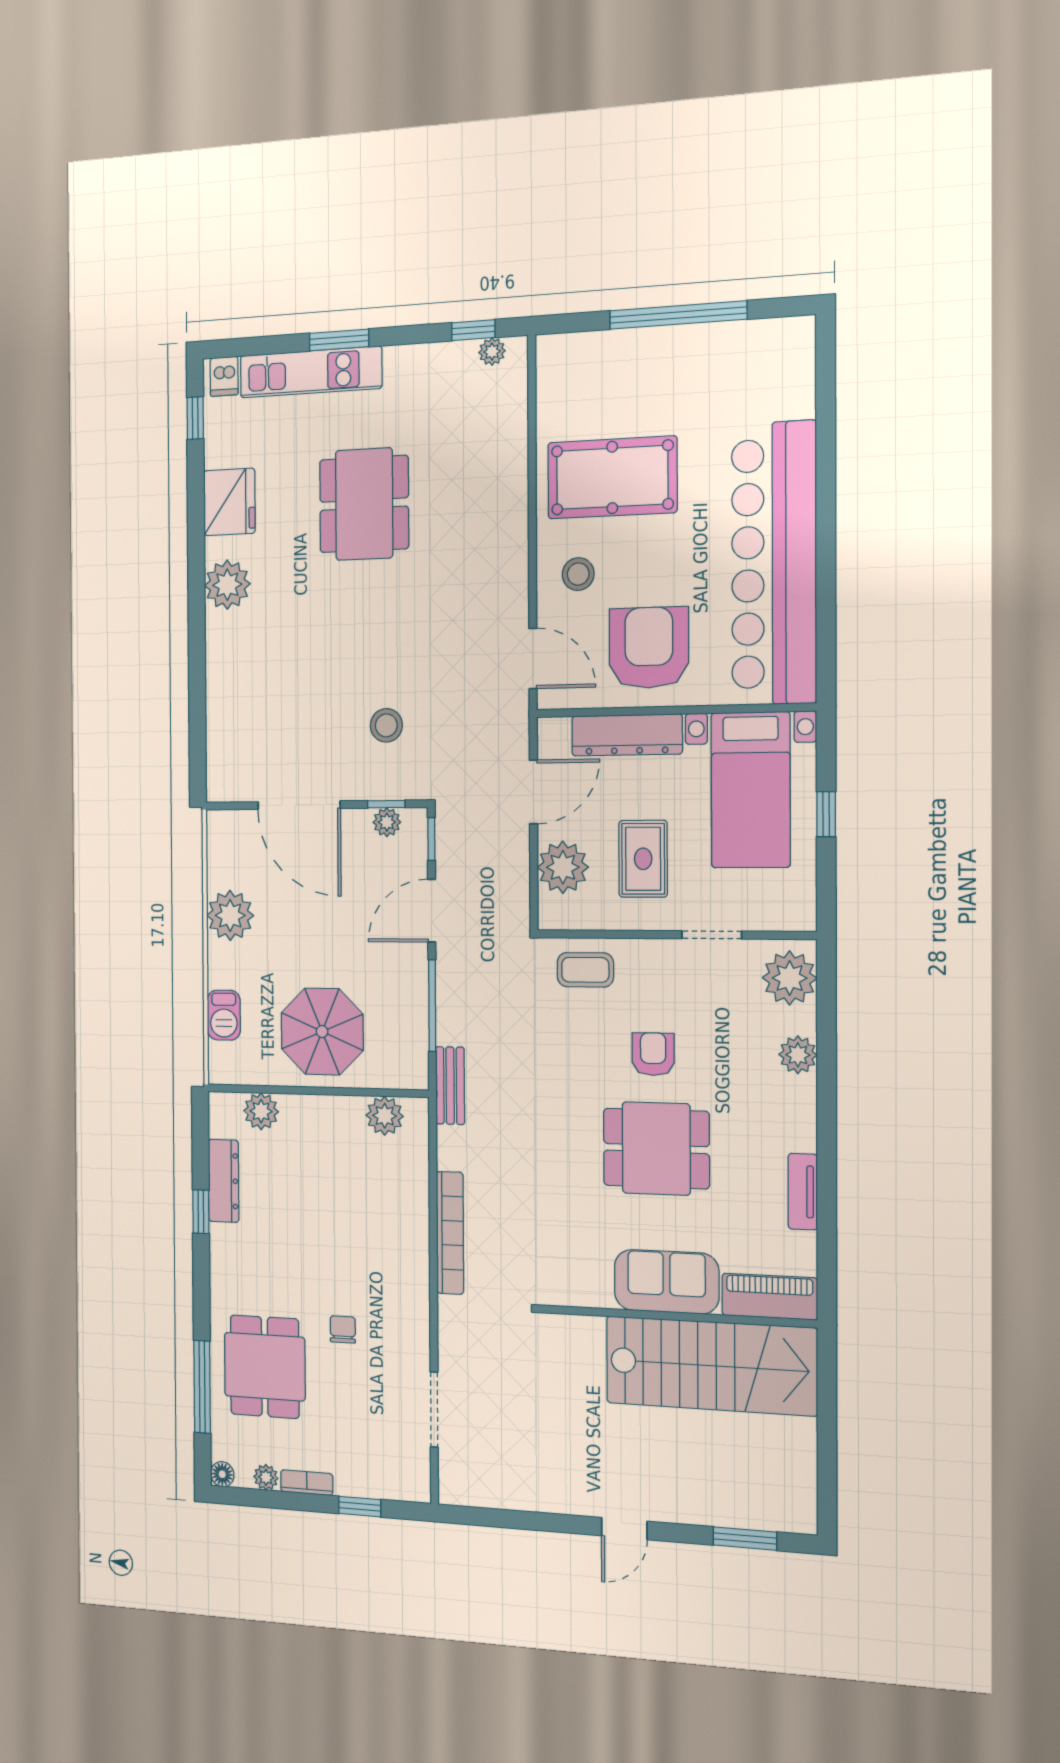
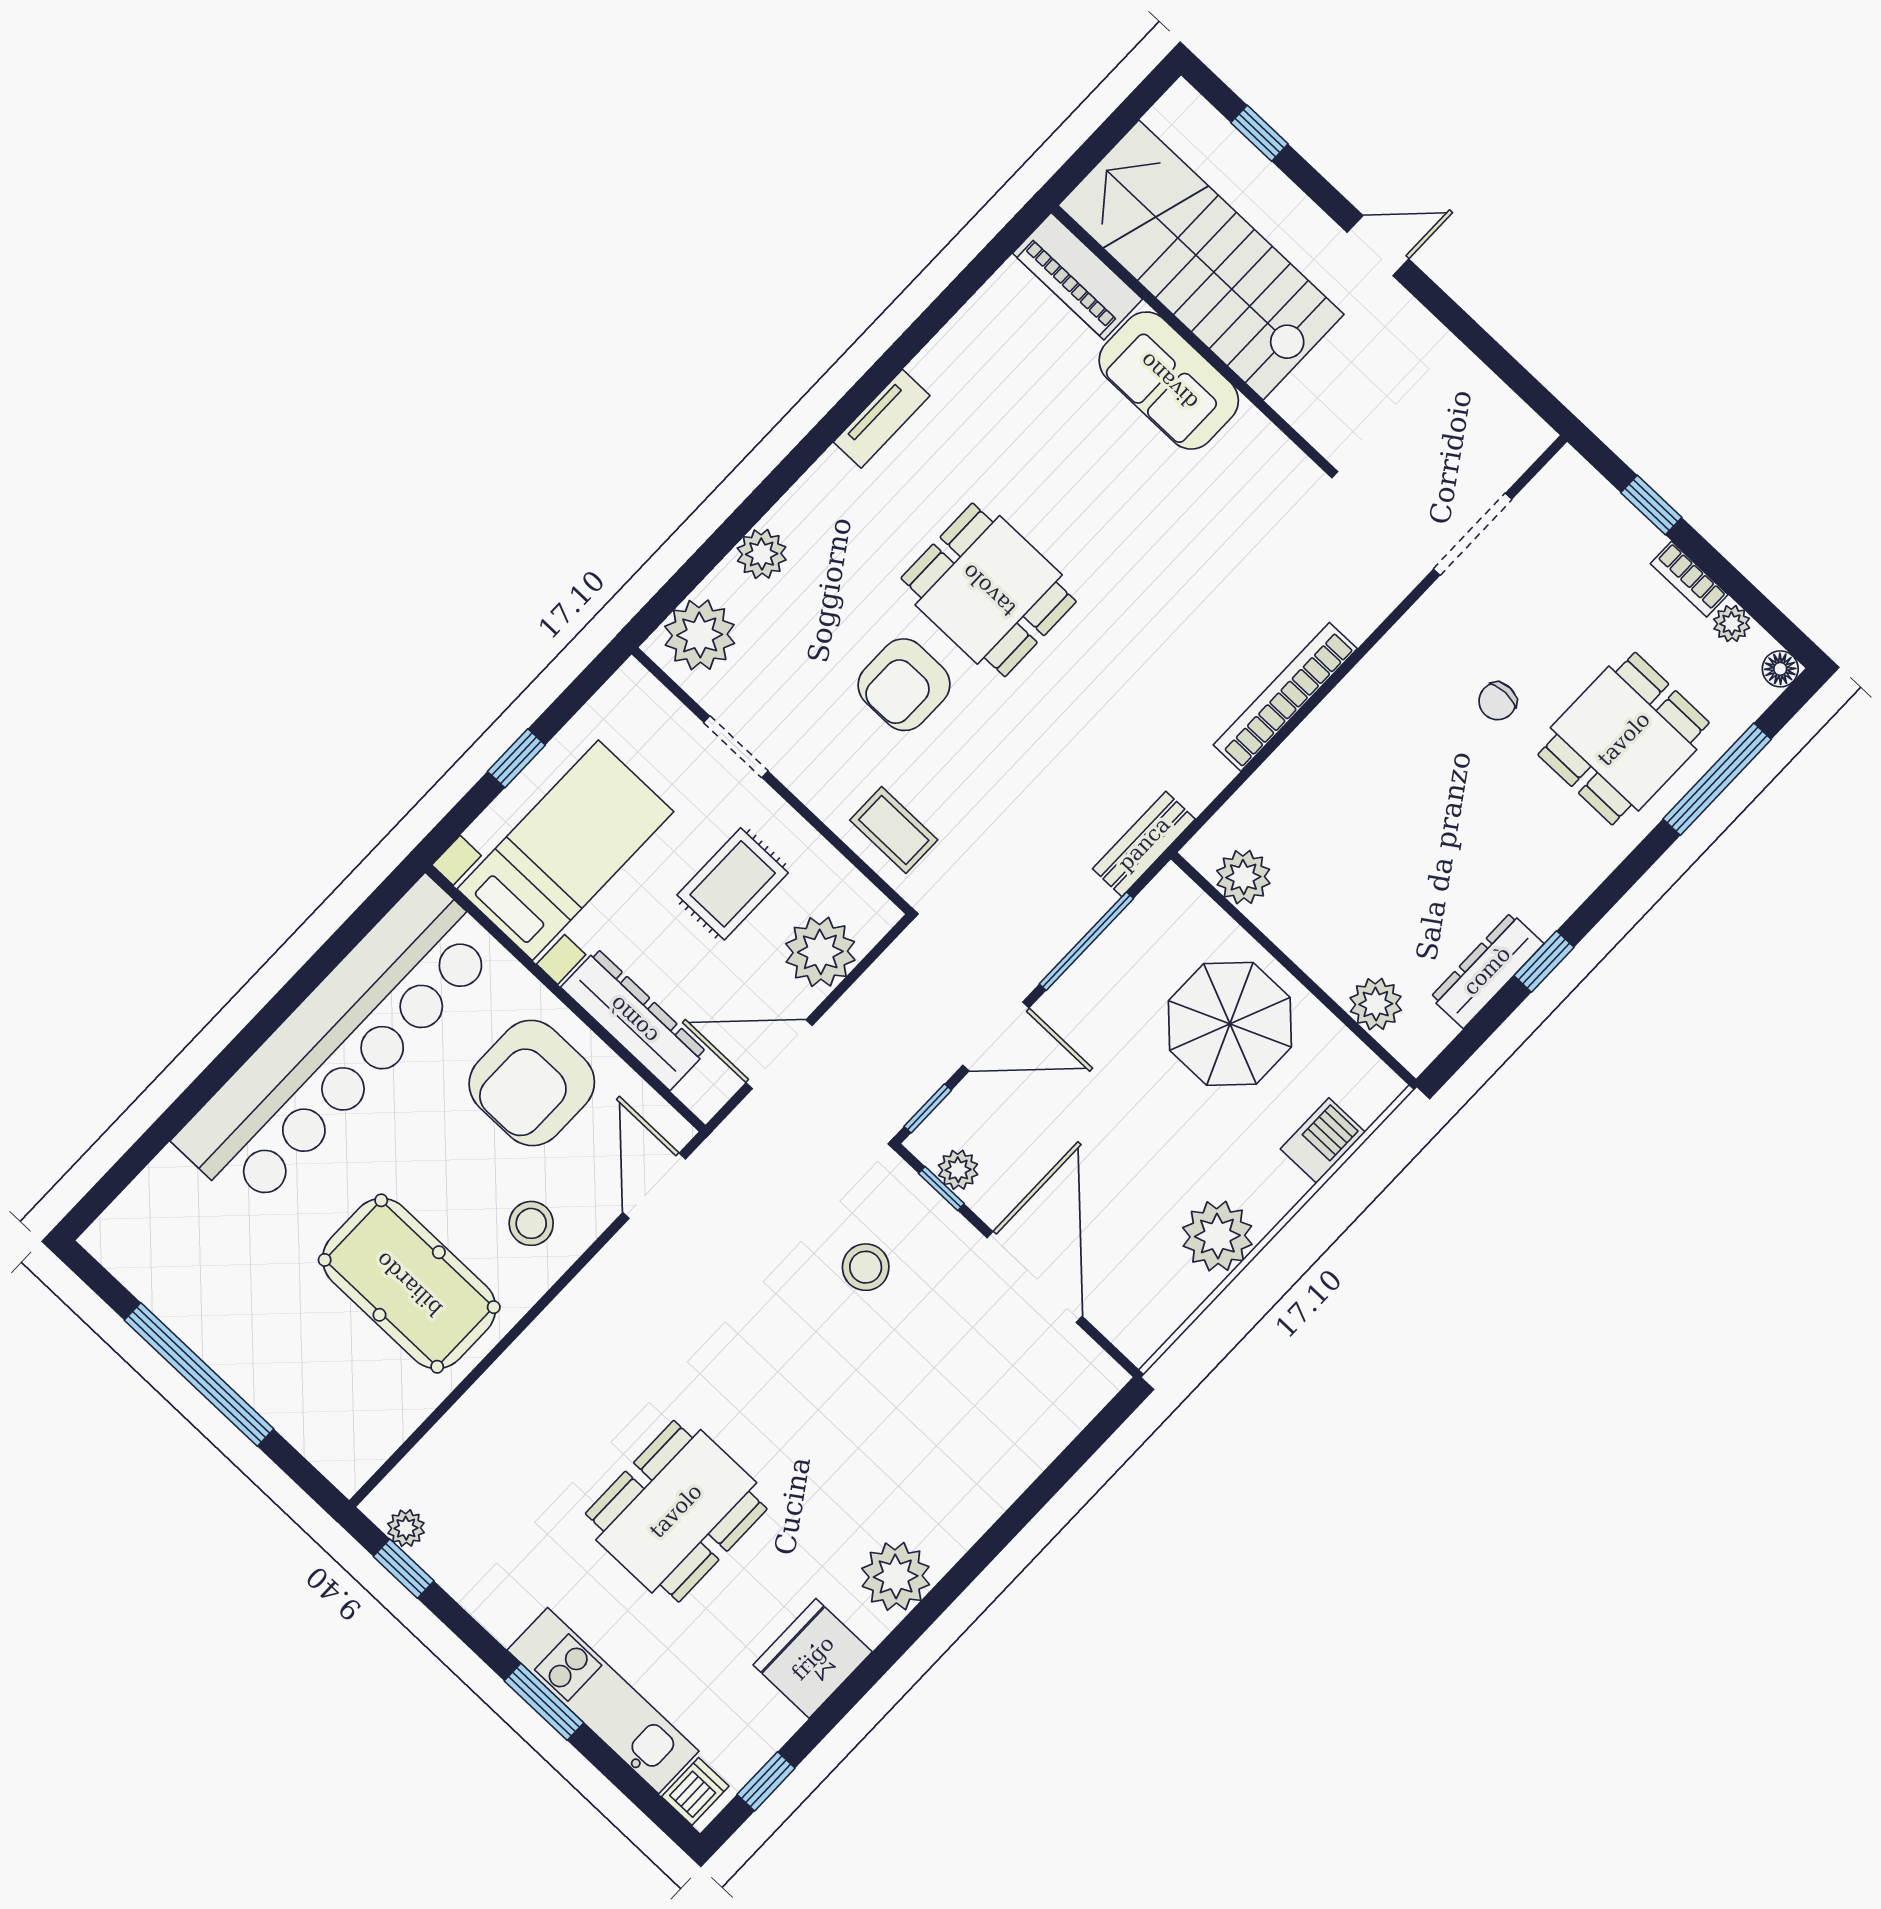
armchair: (653, 1054) -> (904, 685), width x1.38, depth x1.38
sofa: (667, 1282) -> (1169, 381), moved
piano: (770, 1297) -> (1077, 276), moved
wall: (676, 1316) -> (1191, 339), moved
stairs: (711, 1366) -> (1201, 260), moved
window: (745, 1539) -> (1259, 133), width x0.67

